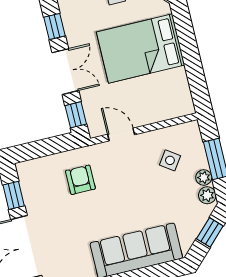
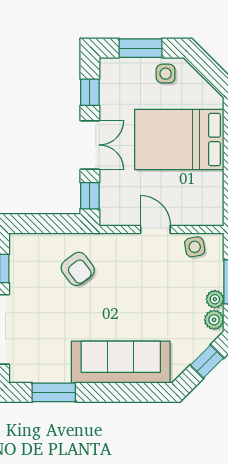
door: (121, 134) -> (155, 229), moved
side table: (170, 160) -> (195, 247), moved, turned 45
armchair: (80, 180) -> (78, 269), turned 143

